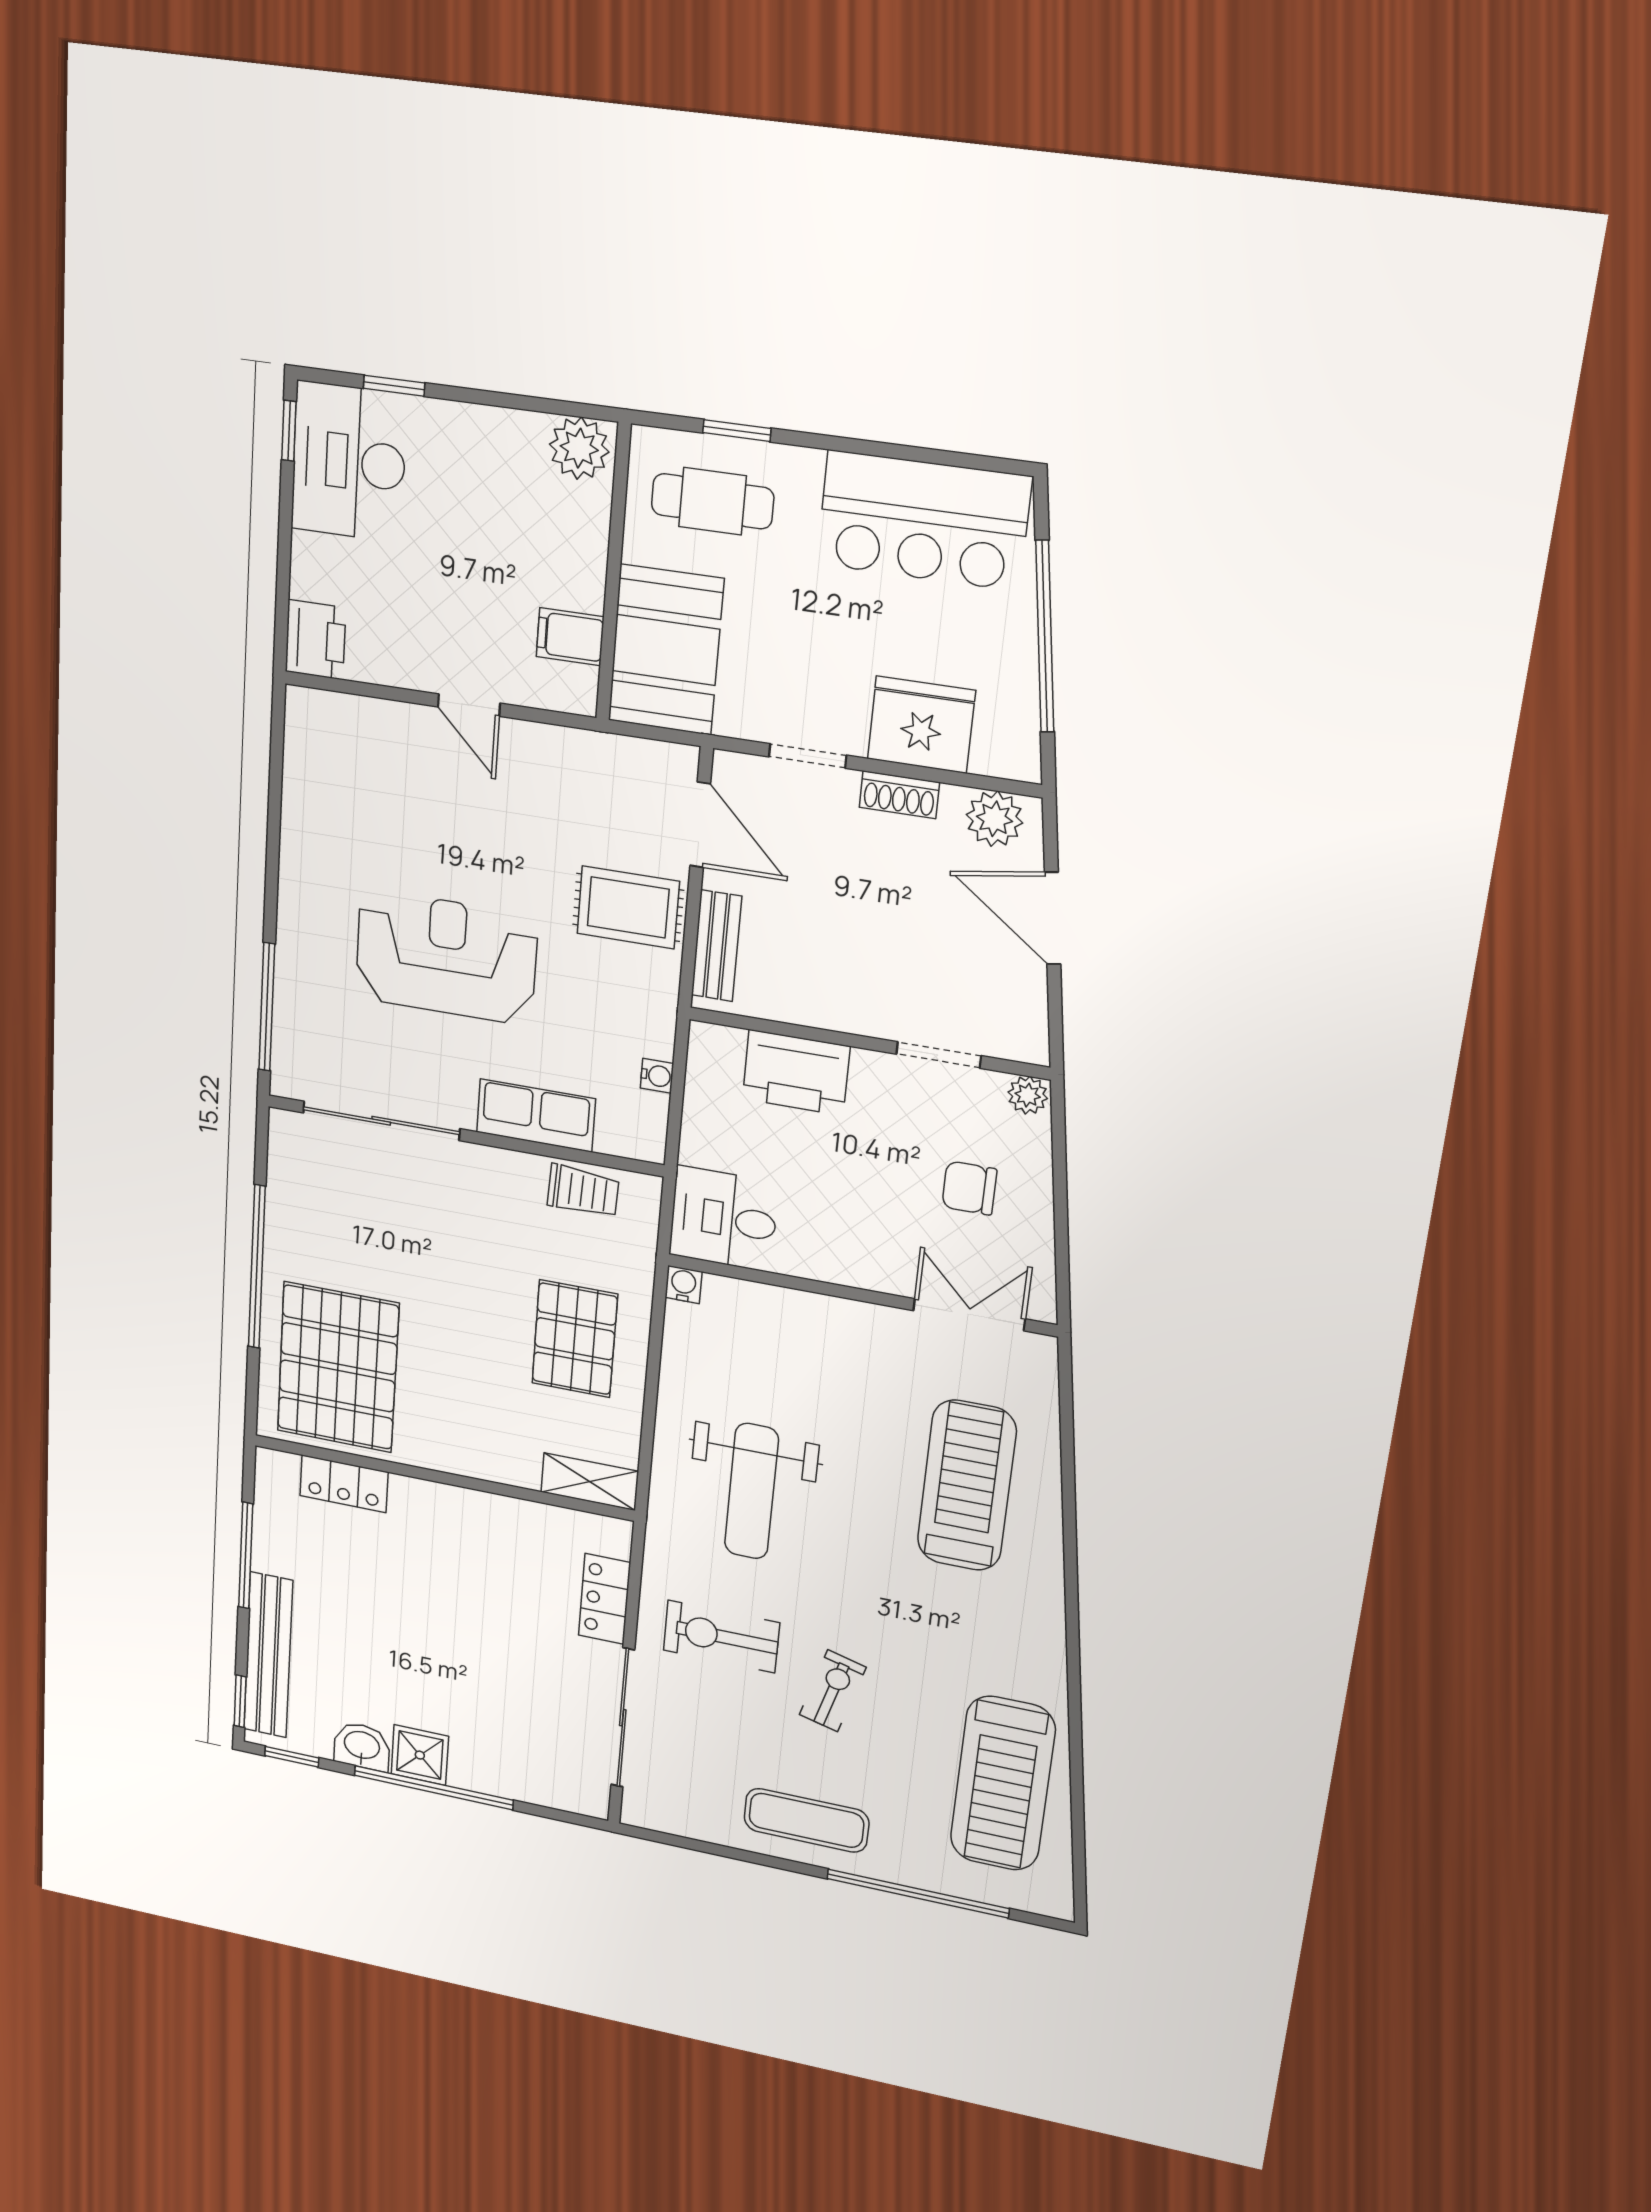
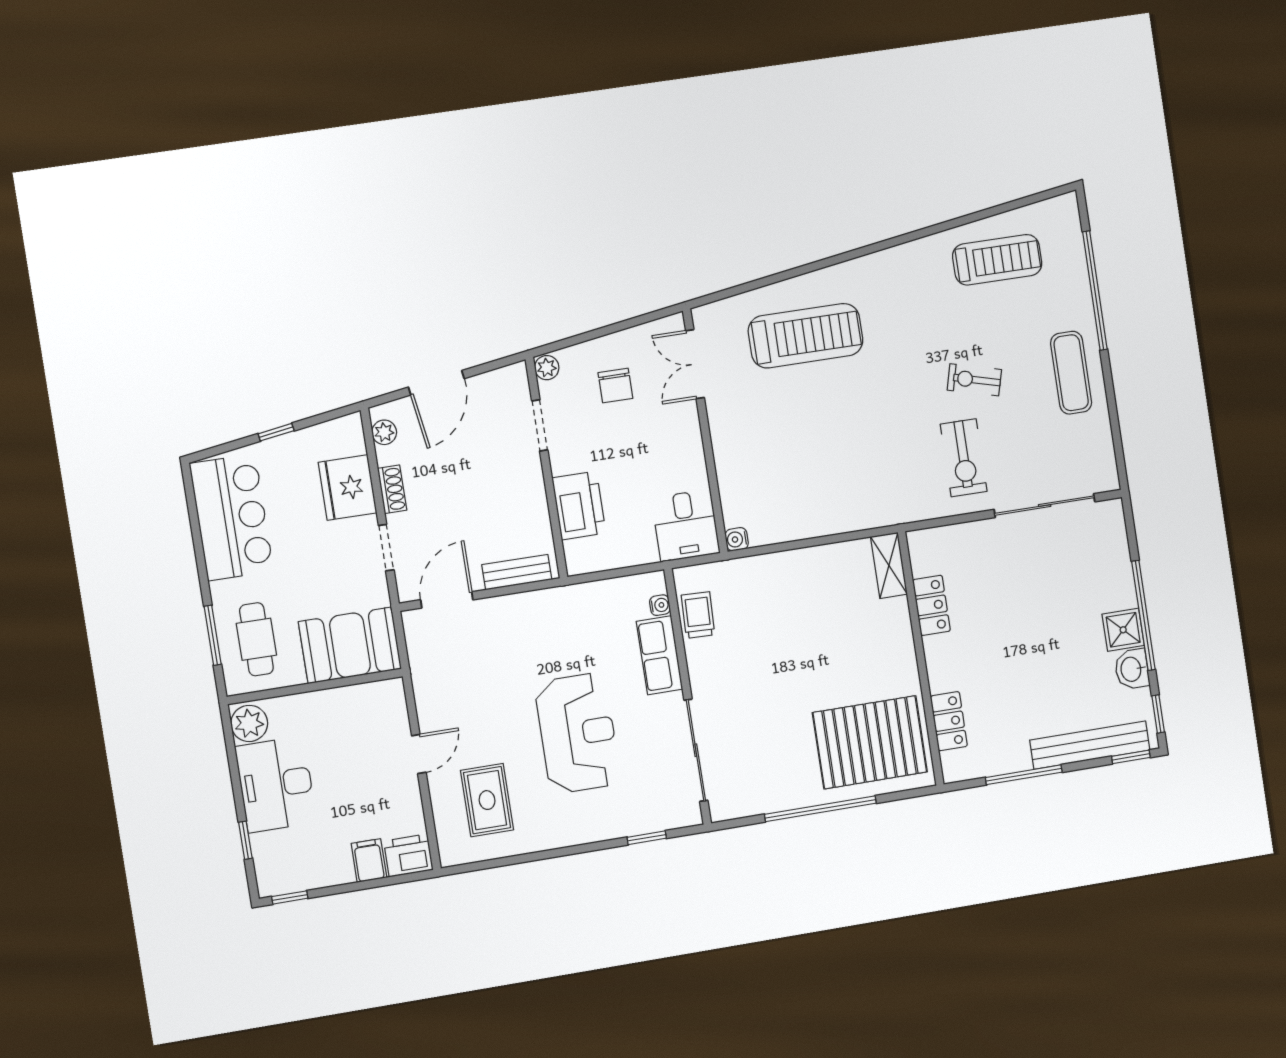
window: (737, 431) -> (213, 635), width x1.50
desk: (349, 462) -> (276, 784), moved, turned 90
filing cabinet: (570, 637) -> (369, 861), moved, turned 180
window: (1045, 637) -> (276, 432), width x0.32
plant: (995, 819) -> (384, 432), width x0.73, depth x0.73
rug: (628, 907) -> (487, 800), moved
reception desk: (446, 957) -> (578, 733), turned 180
window: (267, 1007) -> (647, 838), width x0.46
water cooler: (657, 1076) -> (660, 605), moved, turned 90
pallet: (575, 1339) -> (796, 597), removed
treadmill: (967, 1486) -> (806, 336), turned 180
weight bench: (752, 1491) -> (858, 464), removed
locker: (605, 1599) -> (932, 605), moved, turned -90
treadmill: (1003, 1784) -> (997, 260), width x0.73, depth x0.73

